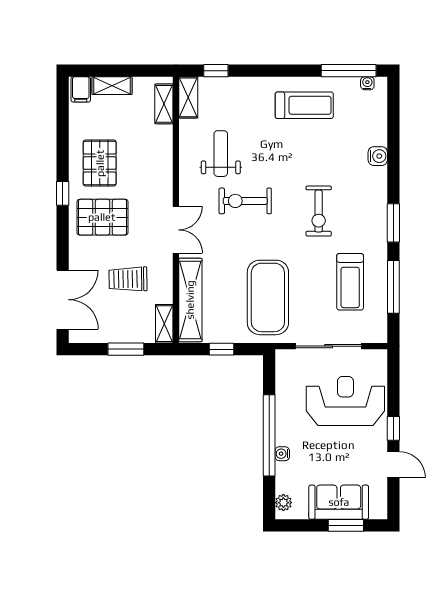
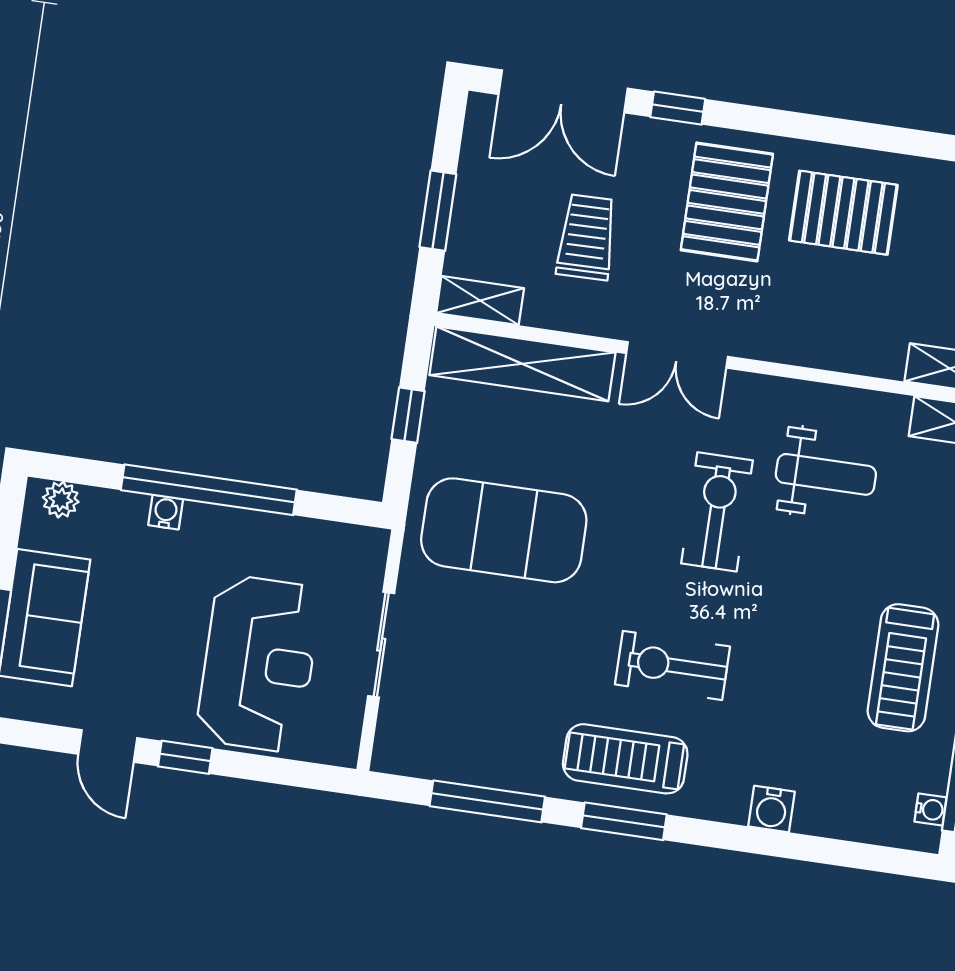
window: (63, 193) -> (678, 108), moved
treadmill: (350, 282) -> (625, 759), moved
sliding door: (329, 346) -> (381, 645), width x0.73
door: (393, 465) -> (108, 746), hinge flipped

